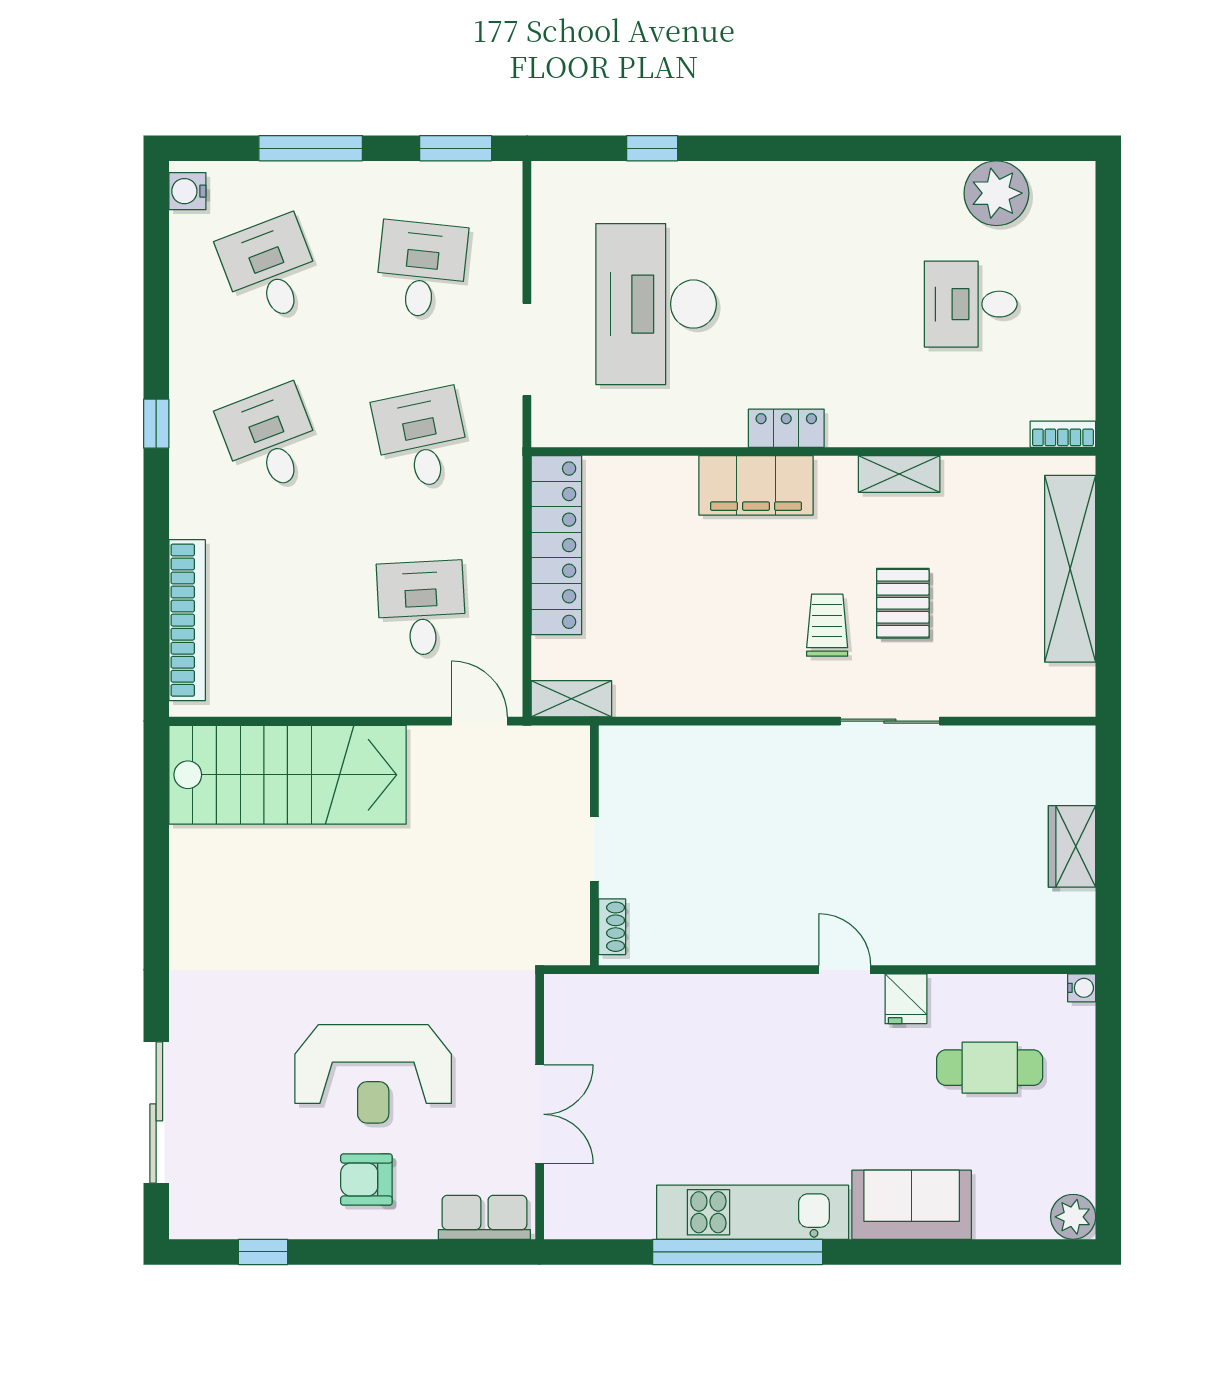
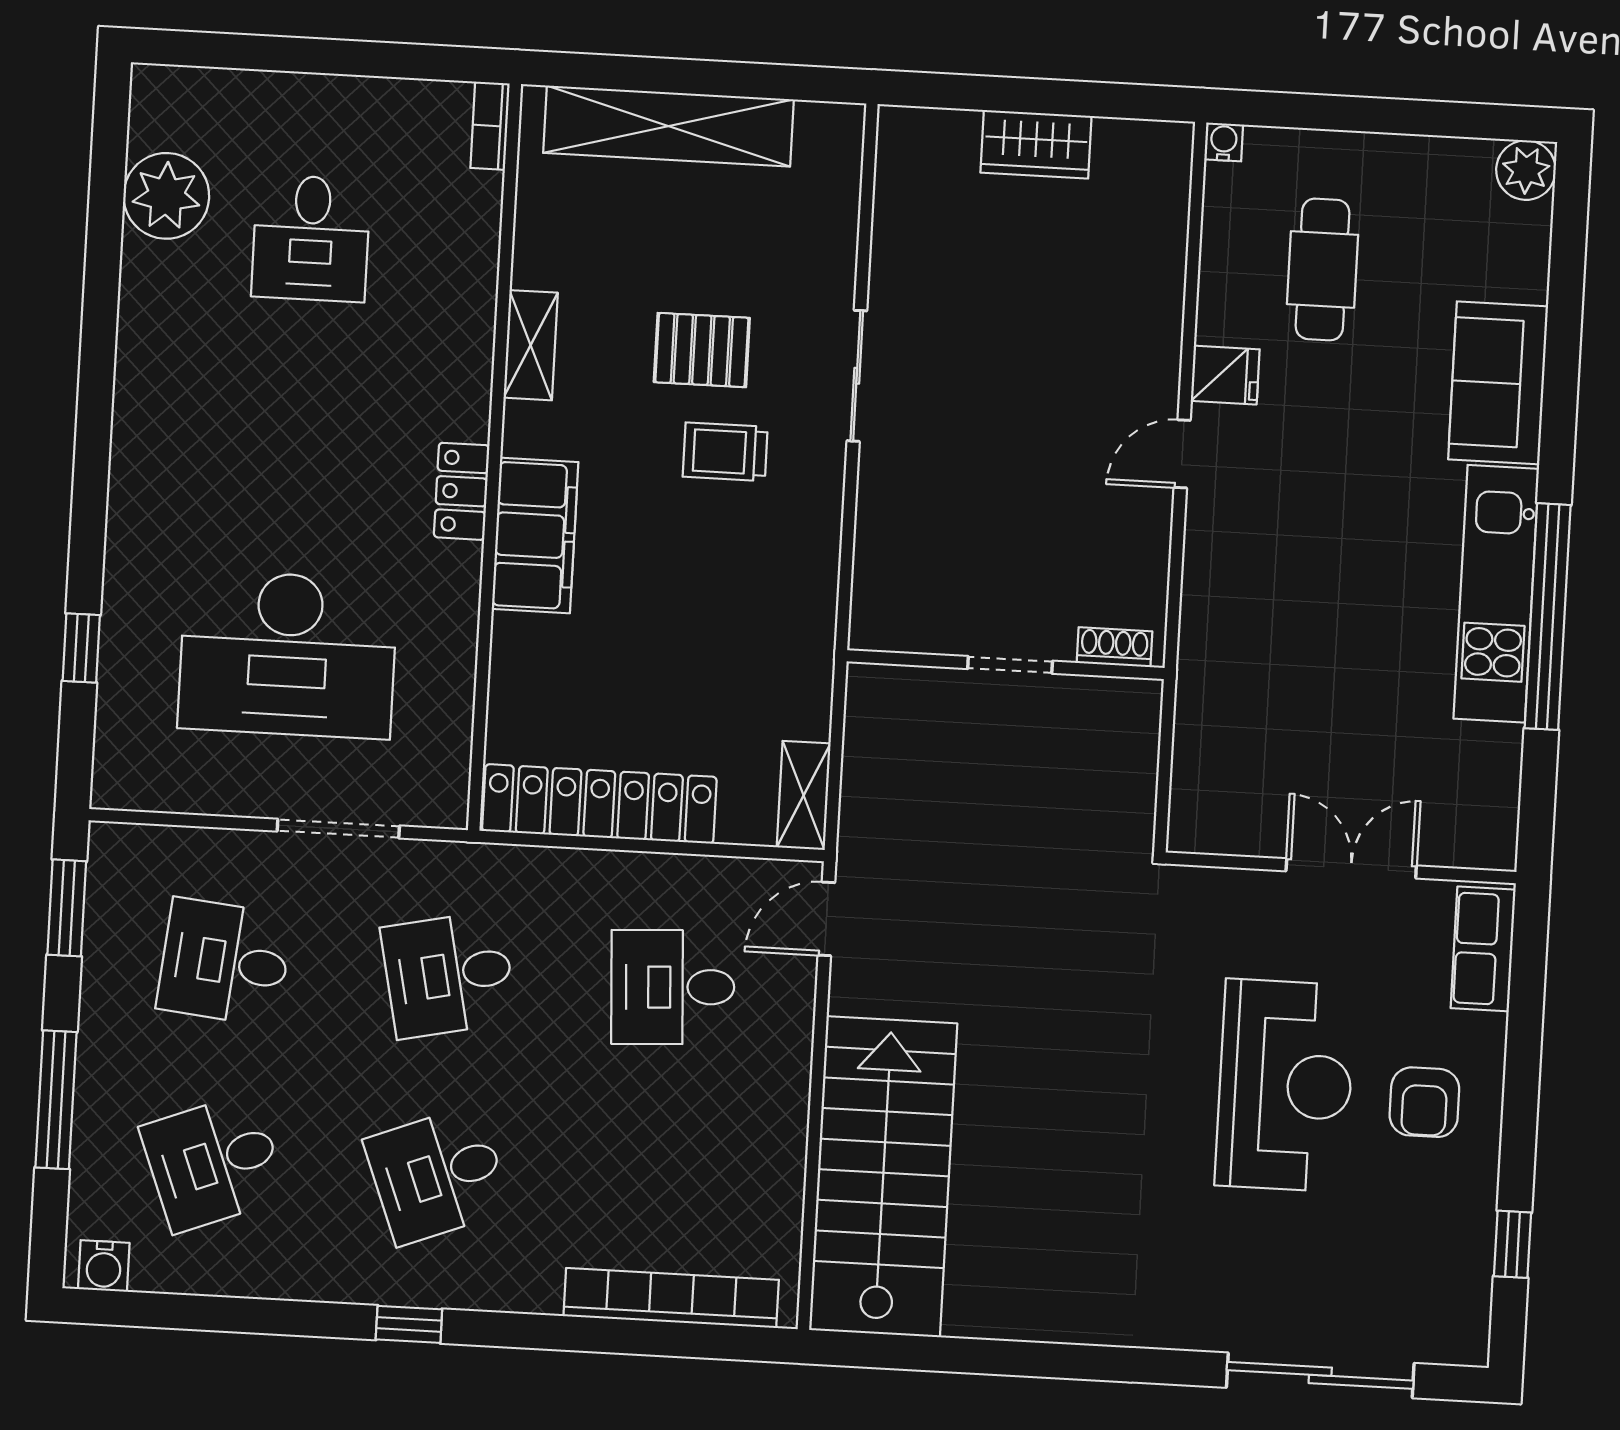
wall: (594, 845) -> (1006, 665), moved
doorway: (594, 849) -> (1010, 665), moved
shoe rack: (612, 927) -> (1114, 647), moved

